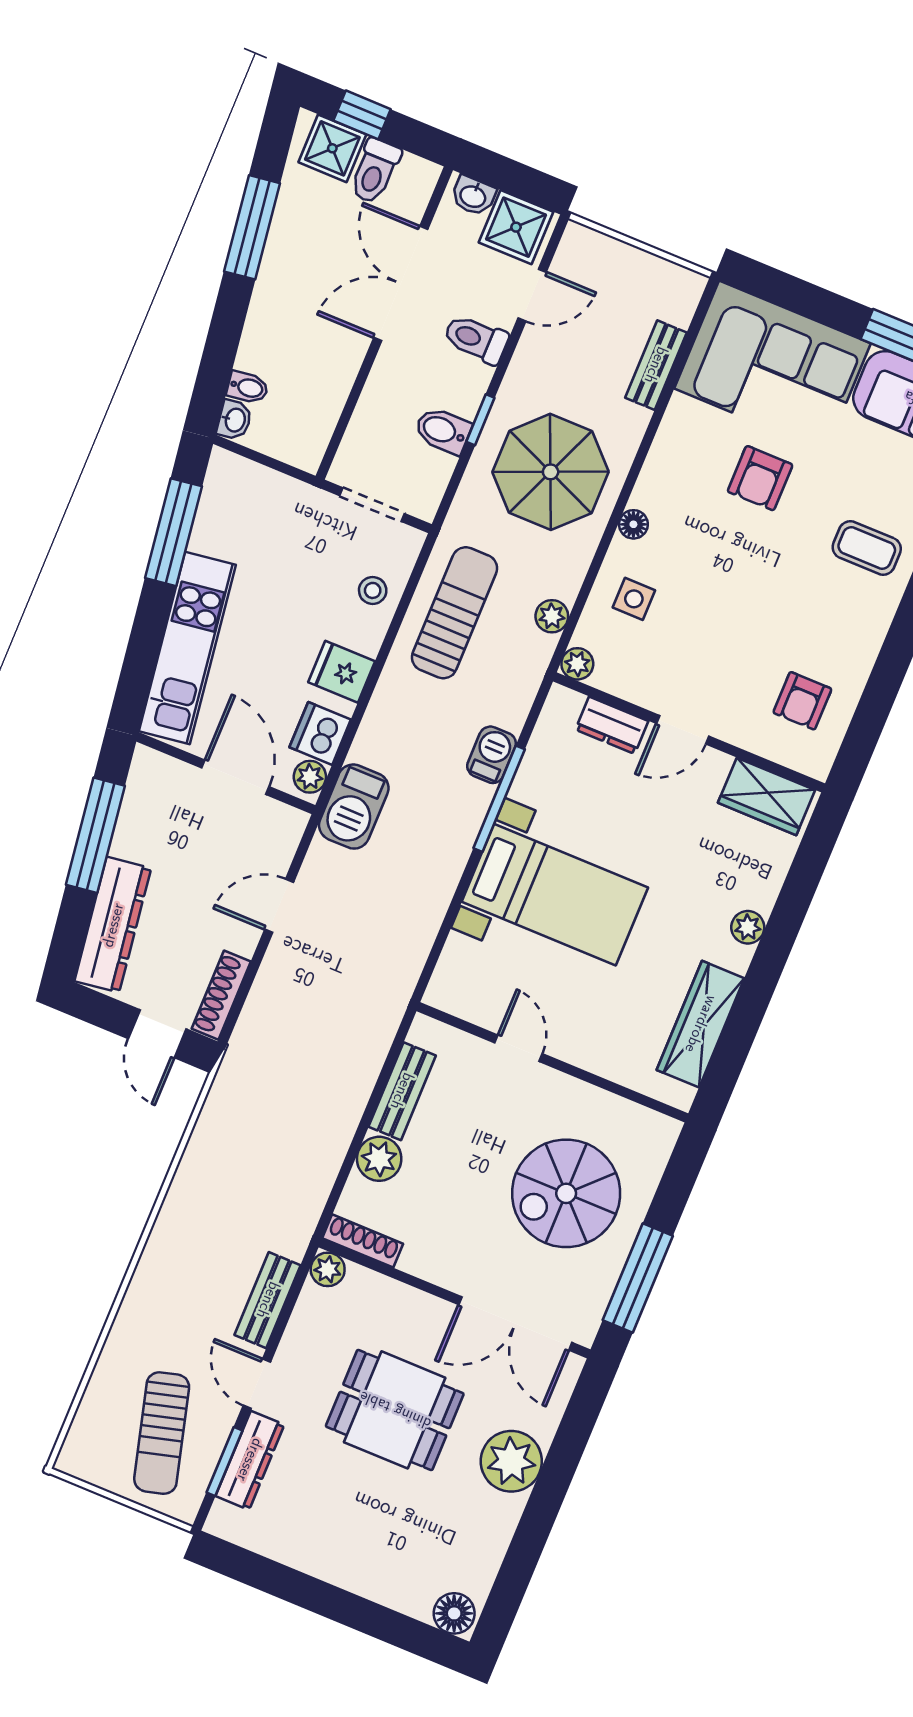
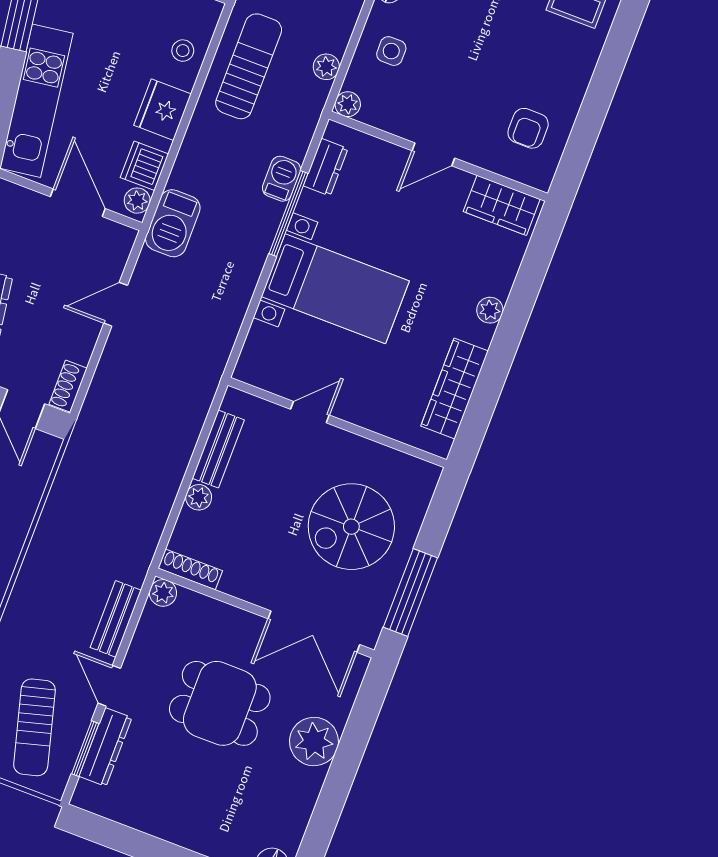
fridge: (342, 672) -> (162, 110), width x1.38
dresser: (612, 725) -> (326, 167), moved, turned -90
shoe rack: (221, 995) -> (68, 386), width x0.70
door: (519, 1048) -> (310, 412), hinge flipped
plant: (379, 1159) -> (199, 497), width x0.73, depth x0.73

